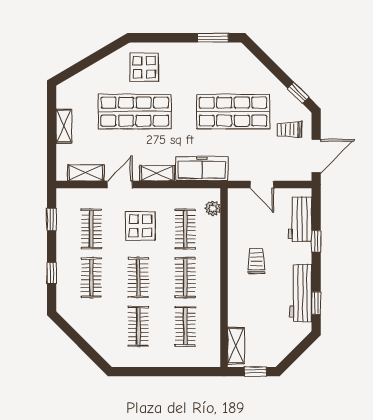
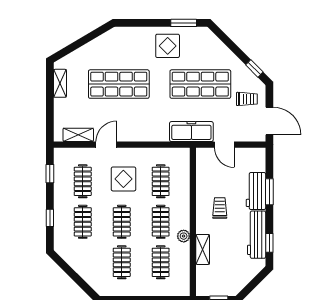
display table: (144, 67) -> (168, 46), moved
shelving: (64, 126) -> (60, 83), moved
trolley: (289, 130) -> (247, 99), turned 180
door: (316, 156) -> (269, 121), hinge flipped
freezer: (202, 169) -> (191, 132), moved
shelving: (157, 173) -> (137, 135), removed
plant: (213, 208) -> (184, 236), moved
workbench: (300, 220) -> (256, 191), moved
window: (316, 241) -> (269, 192), width x1.50
shelving: (236, 346) -> (203, 249), moved

